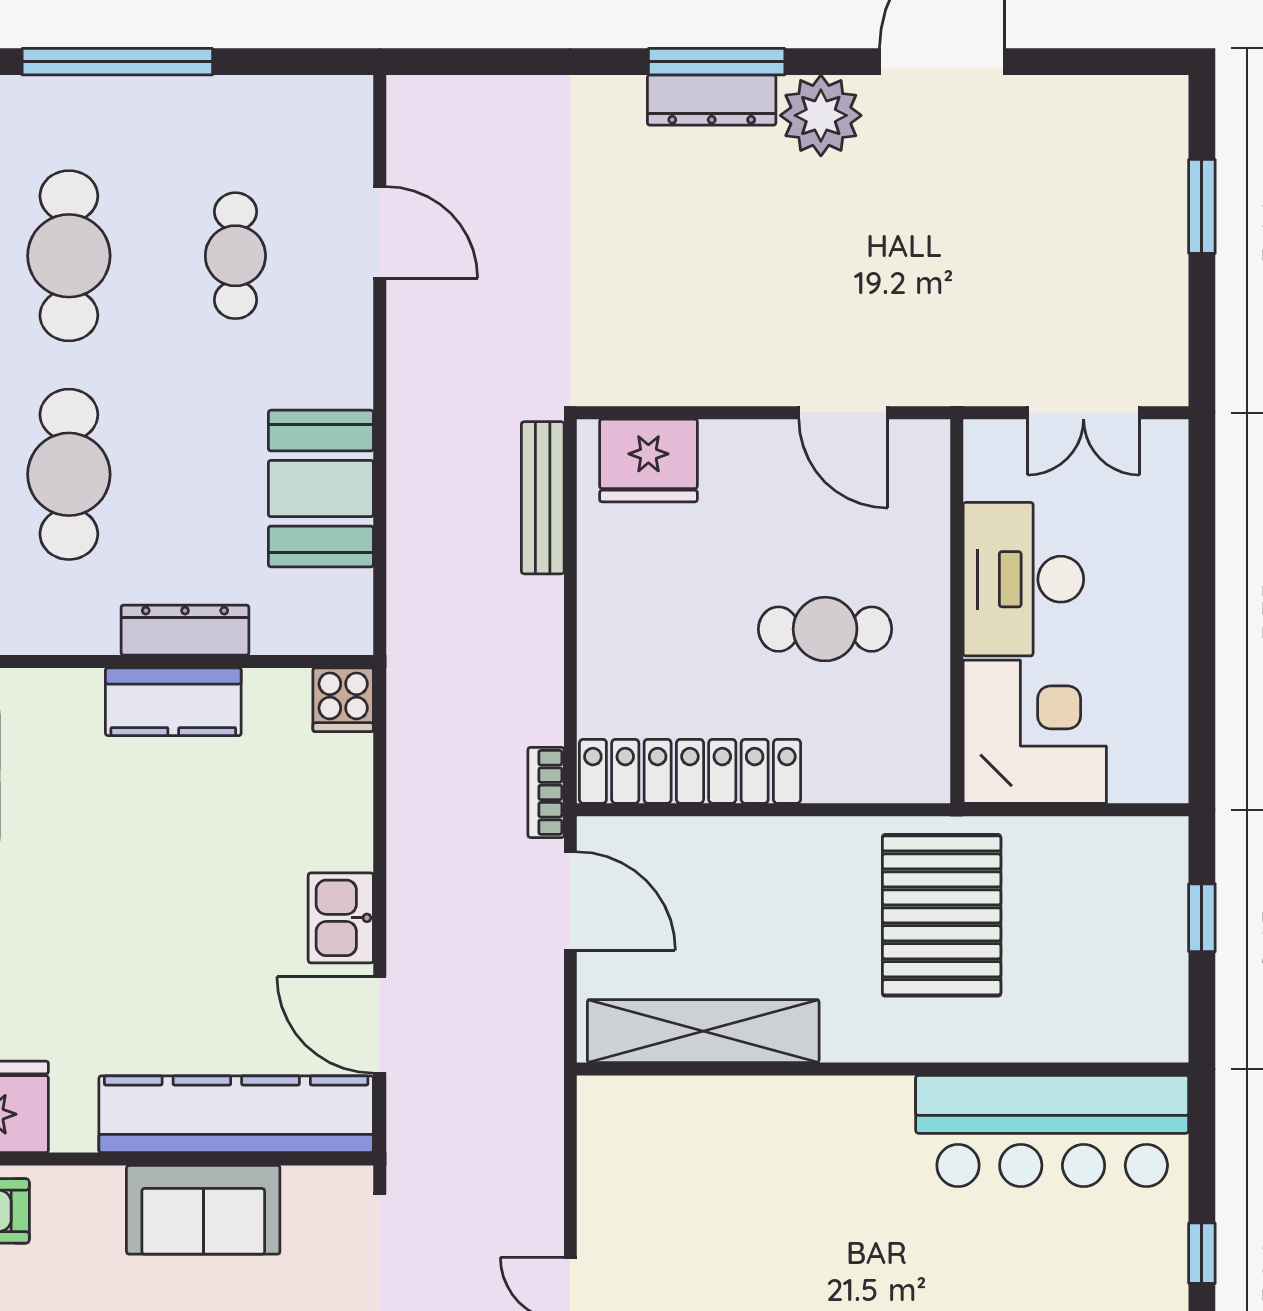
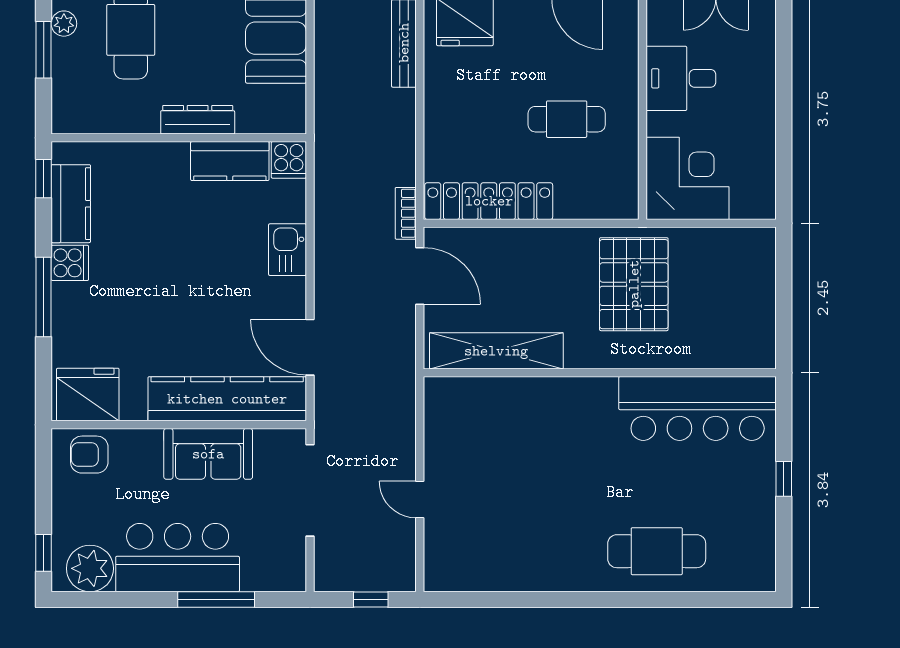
desk: (1023, 579) -> (681, 78), width x0.73
kitchen counter: (173, 702) -> (230, 161), moved
kitchen sink: (341, 918) -> (288, 250), moved
window: (1202, 918) -> (784, 286), removed

